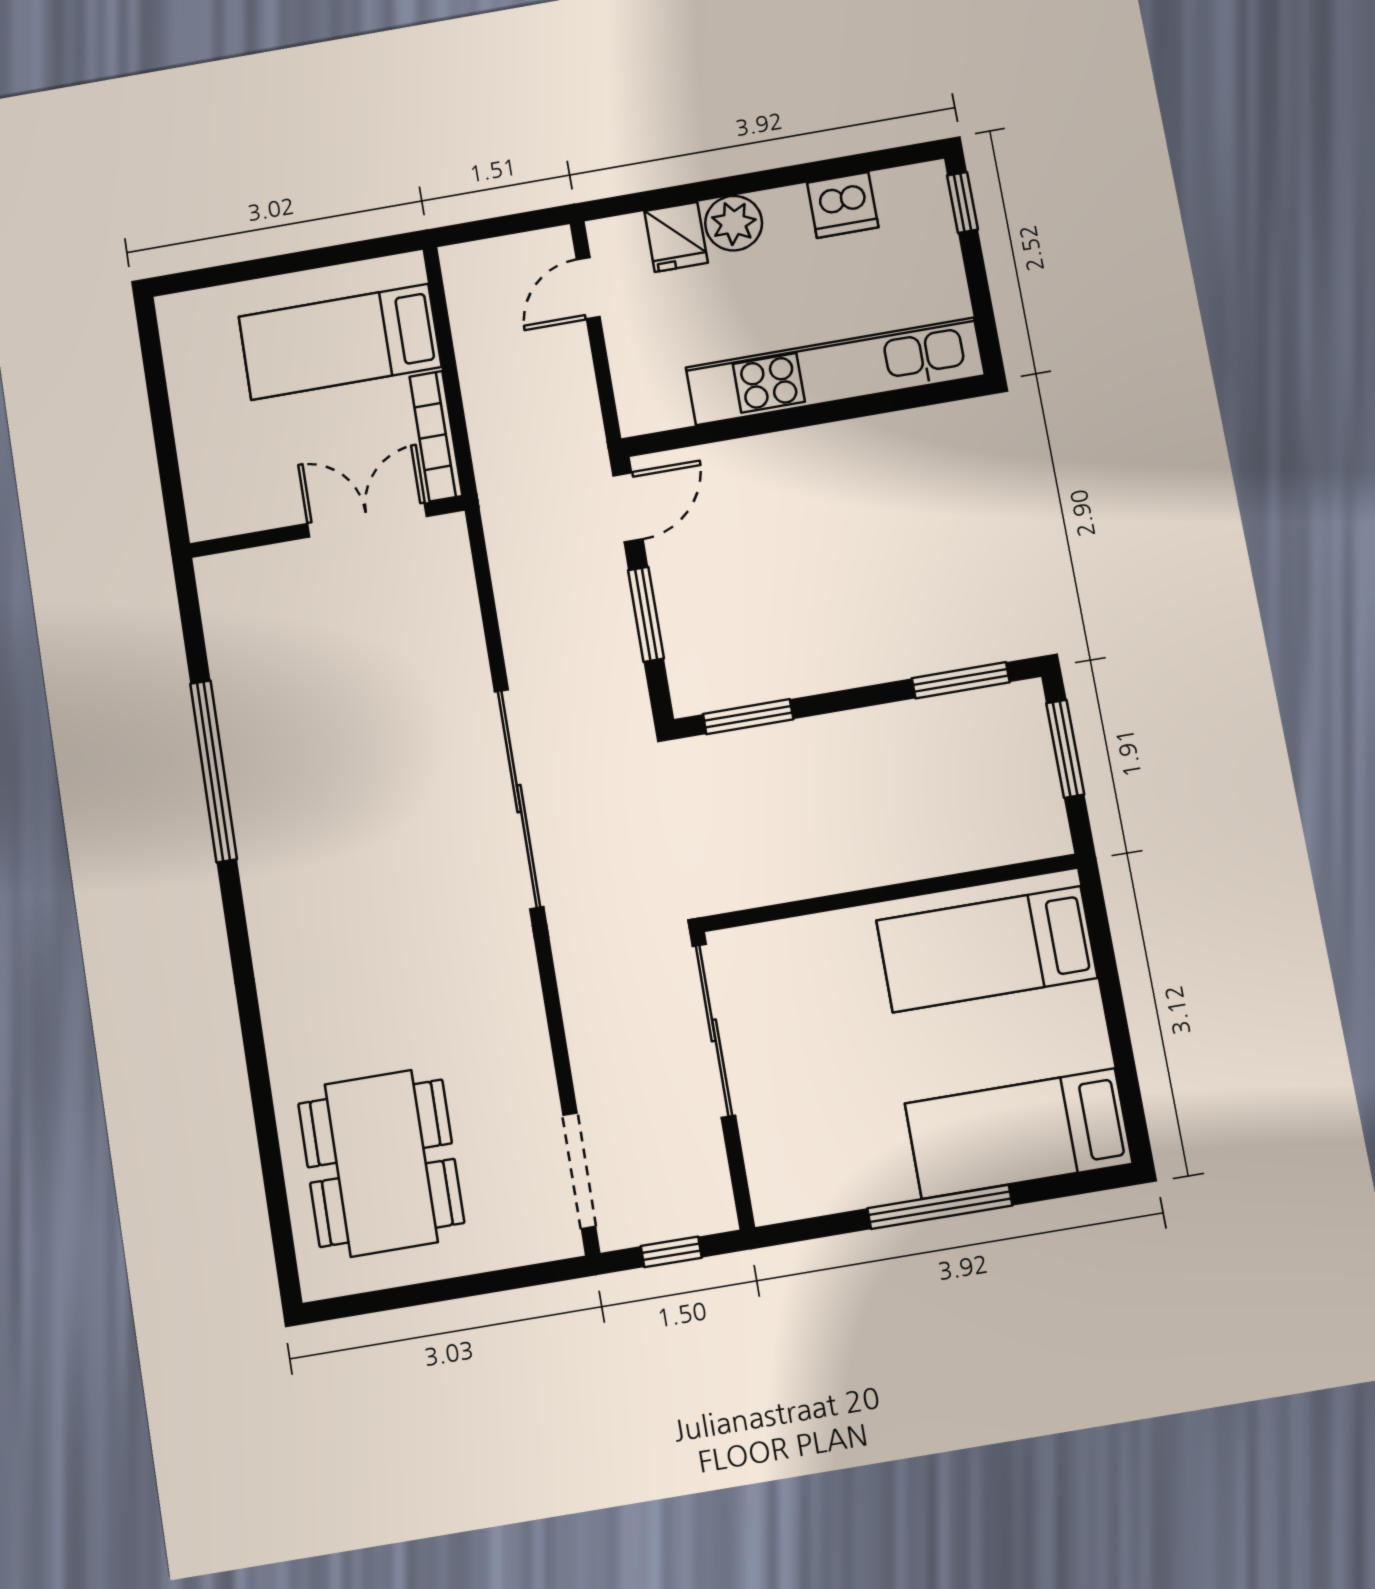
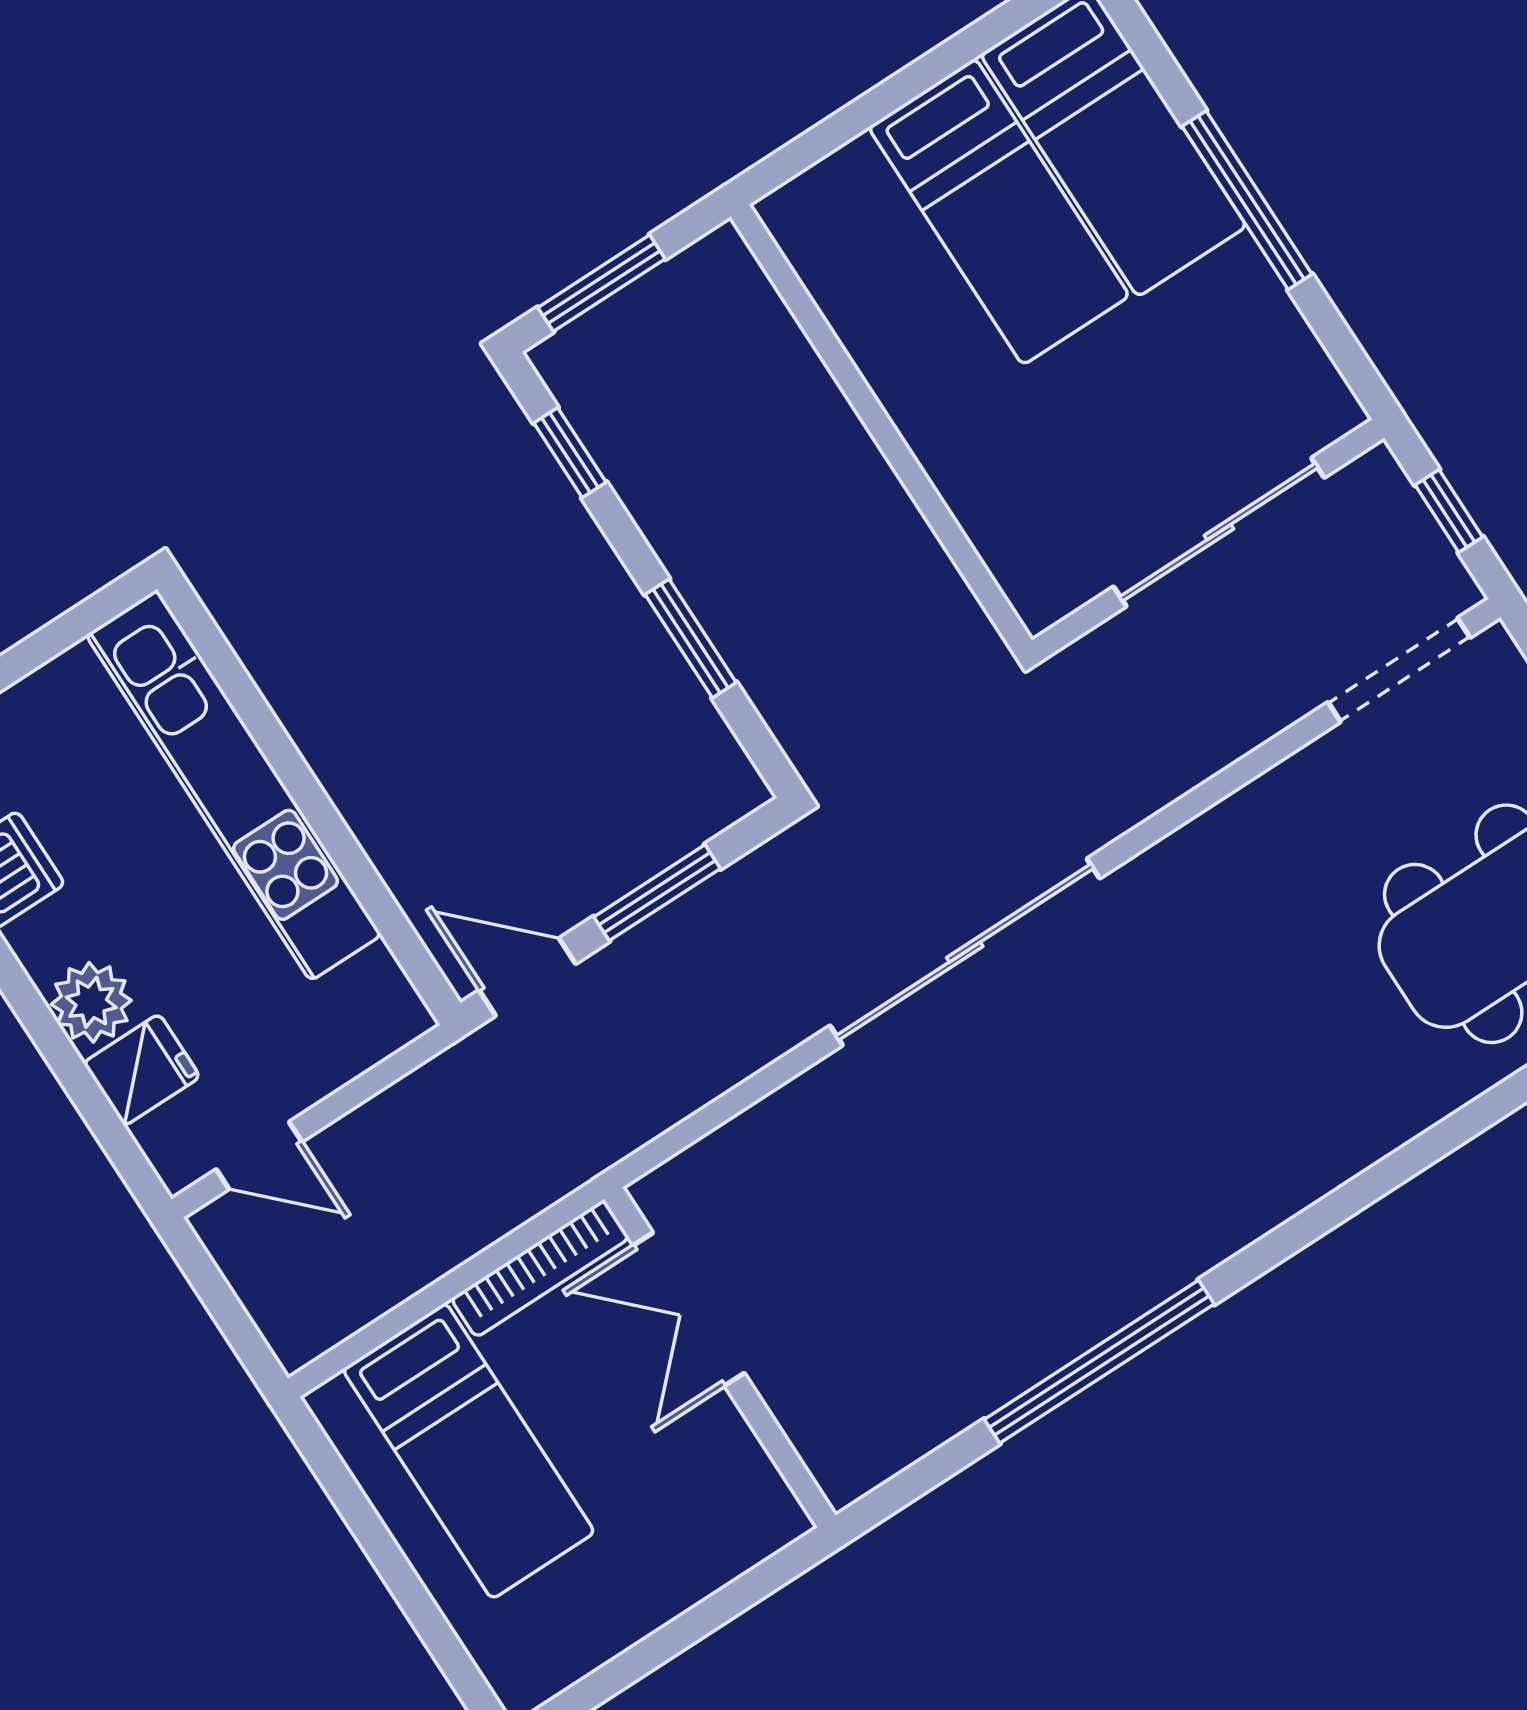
window: (961, 680) -> (570, 453), width x0.67
window: (748, 717) -> (691, 638), moved
bed: (987, 949) -> (999, 212), moved
sliding door: (714, 1030) -> (1219, 532), moved

